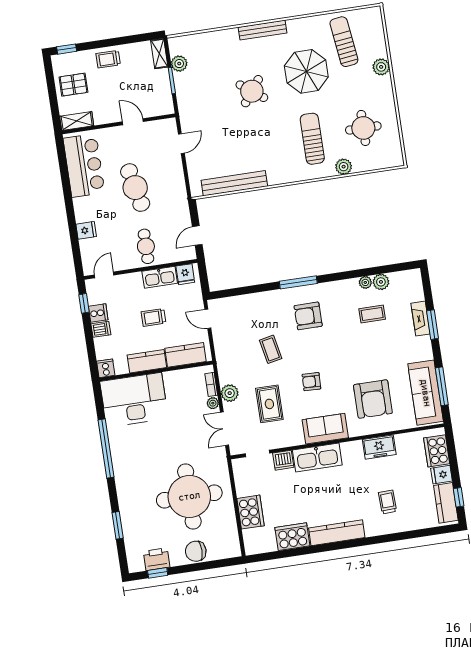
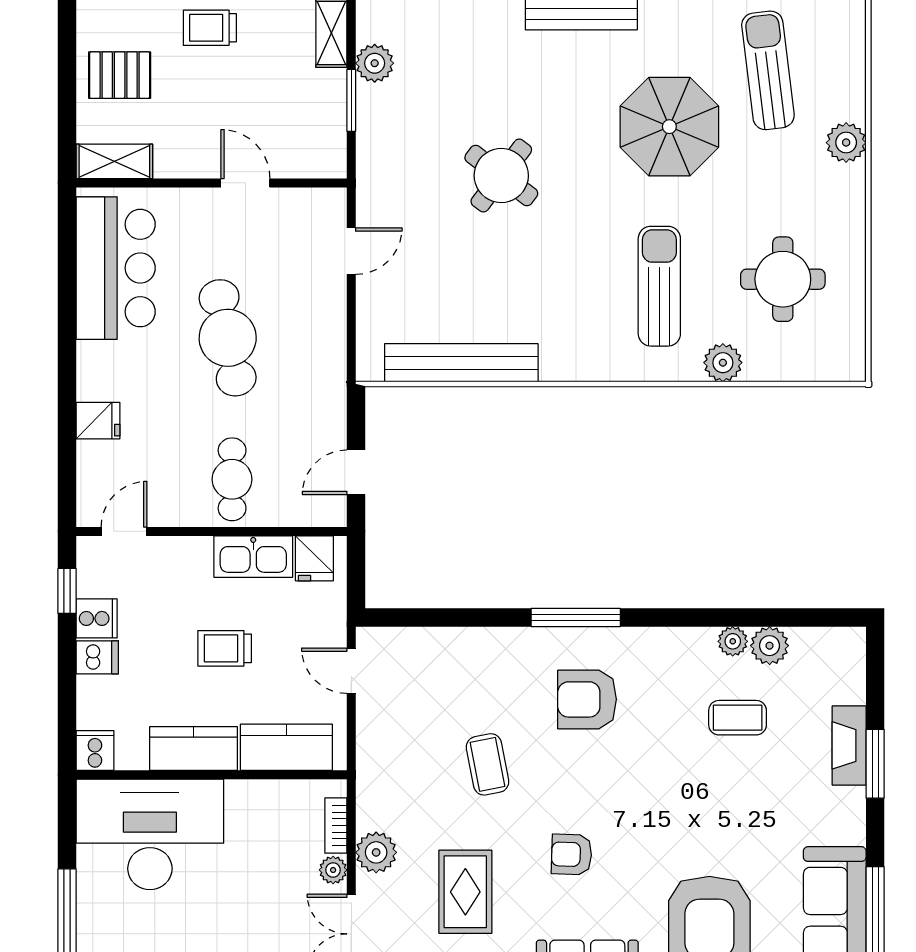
round table: (252, 91) -> (501, 175), moved

